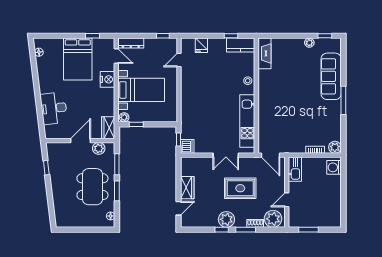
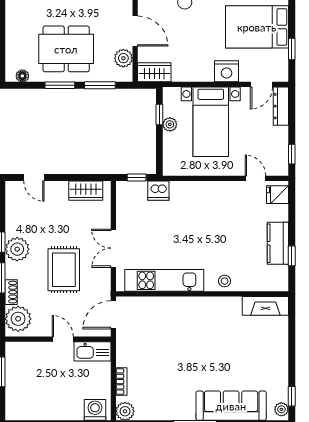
plant: (309, 43) -> (281, 409), moved
fridge: (201, 45) -> (278, 195), moved
kitchen counter: (241, 45) -> (278, 243), moved
plant: (124, 117) -> (170, 124), moved
dishwasher: (187, 146) -> (158, 191), moved
wardrobe: (187, 188) -> (86, 191), moved
door: (287, 200) -> (63, 339), moved

